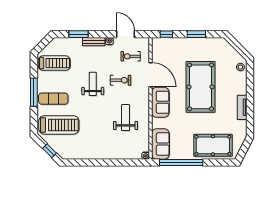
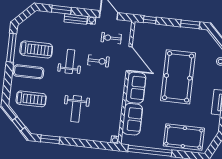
window: (196, 34) -> (190, 24), moved
treadmill: (54, 63) -> (36, 49), moved
window: (34, 92) -> (11, 48), moved
weight bench: (125, 118) -> (76, 109), moved, turned 180
treadmill: (59, 125) -> (31, 99), width x0.73, depth x0.73
sofa: (160, 144) -> (132, 119), moved
window: (82, 163) -> (50, 139), added

